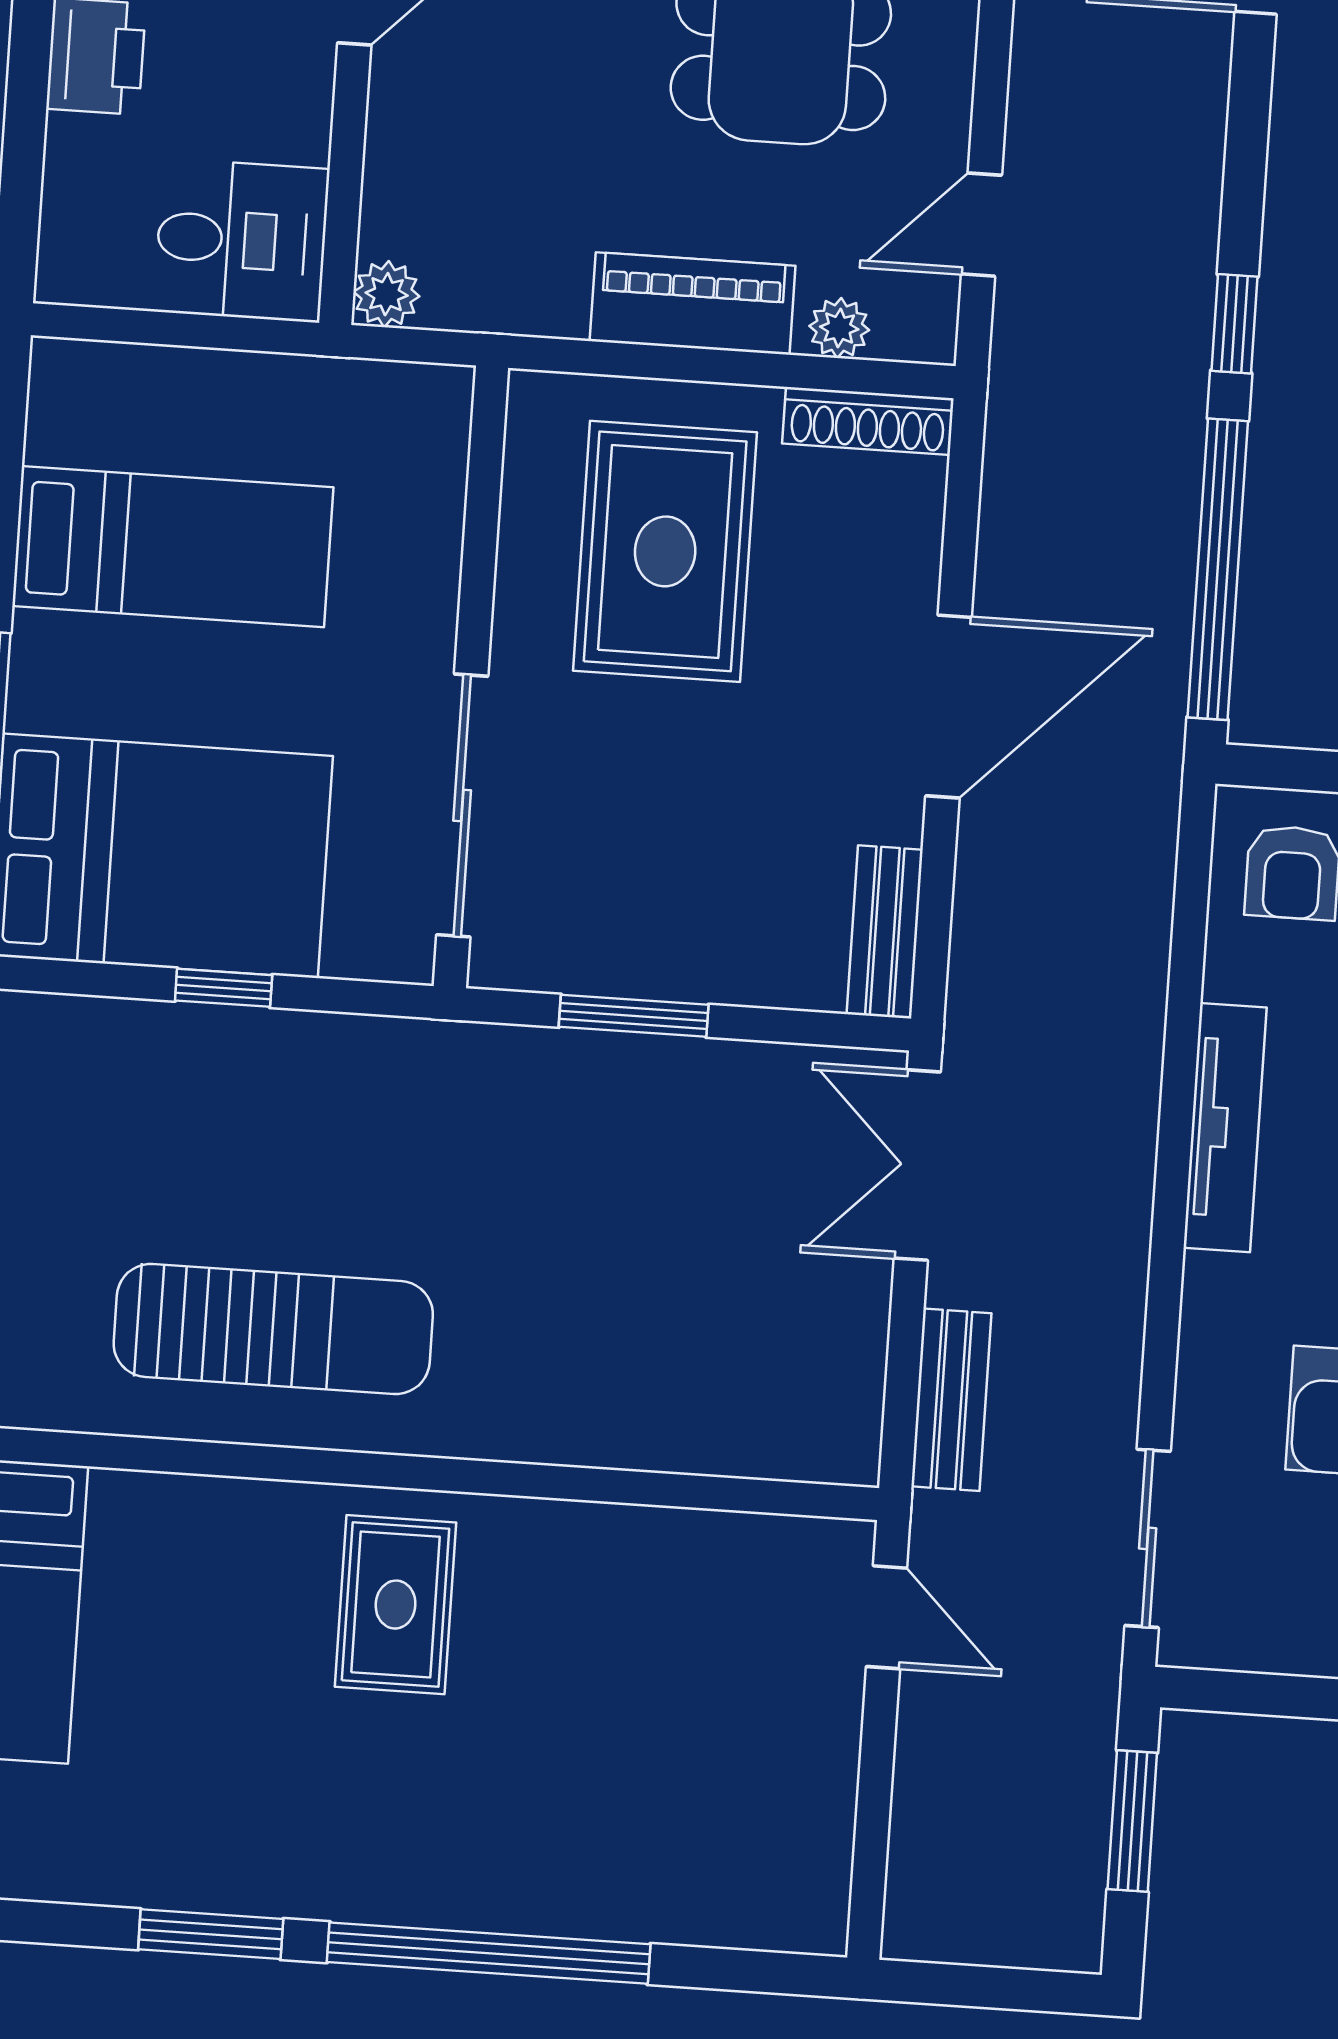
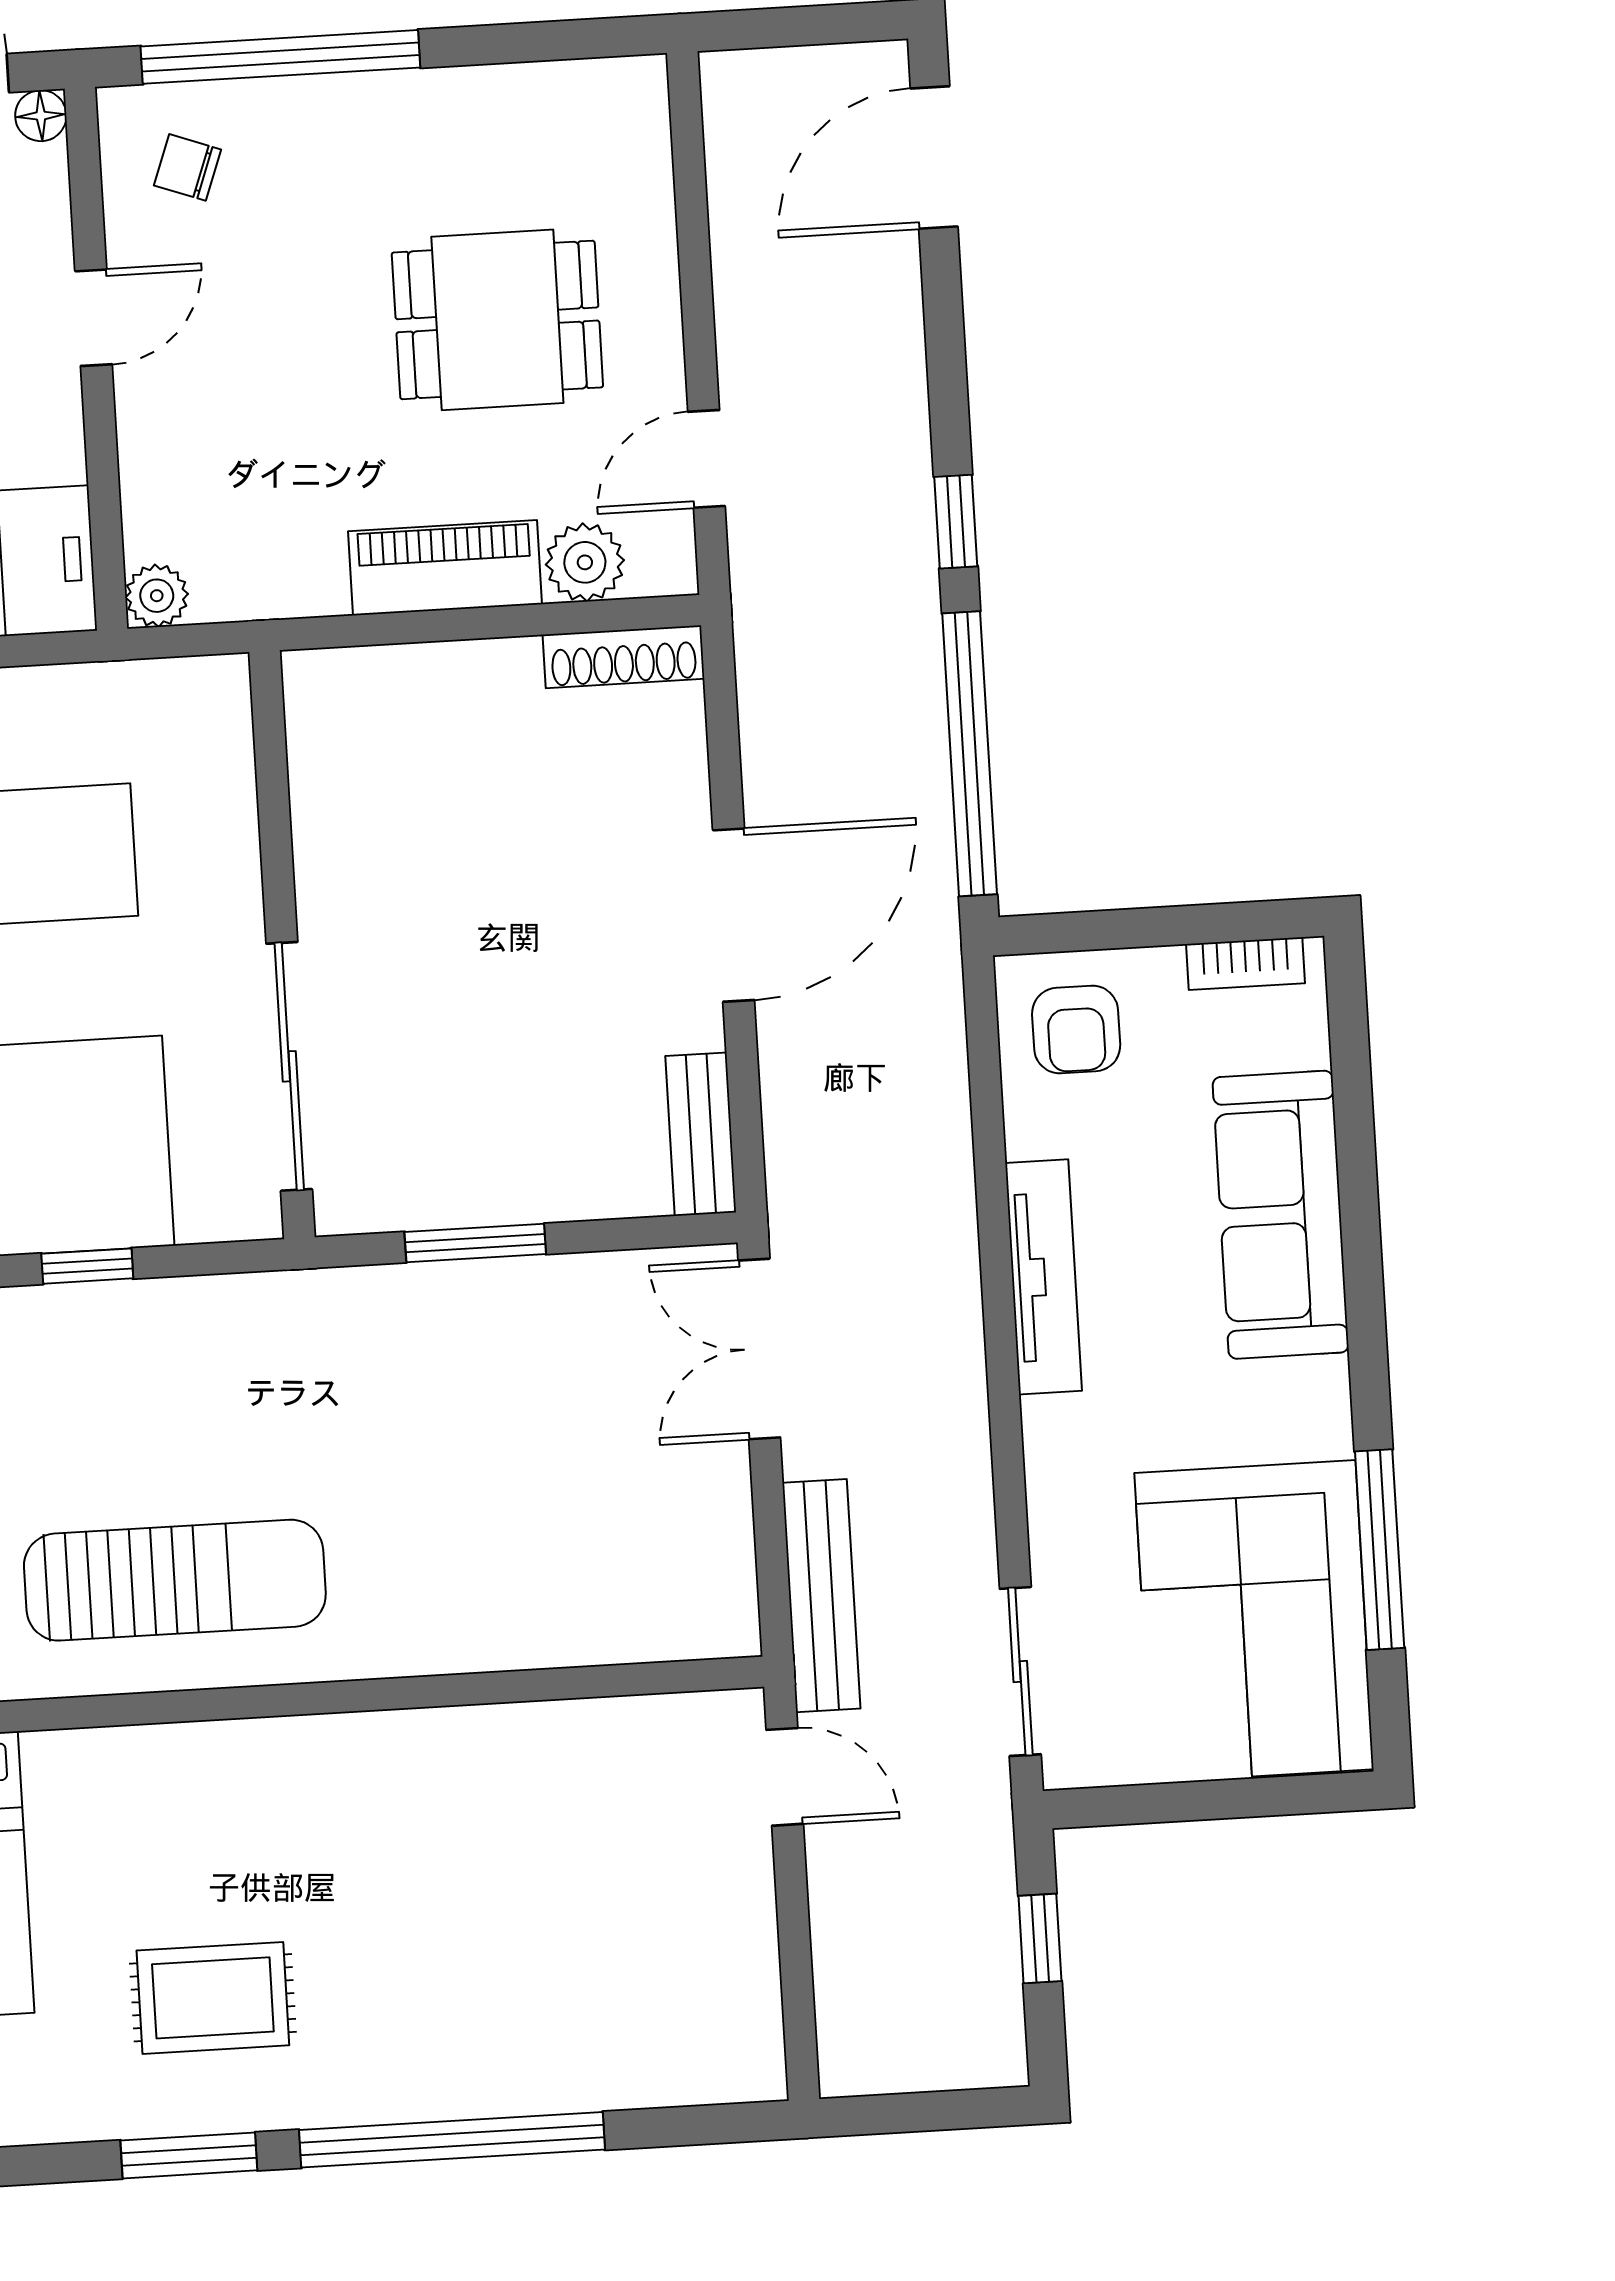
plant: (839, 328) -> (585, 562), width x1.38, depth x1.38
rug: (665, 551) -> (449, 804), removed
bench: (951, 1400) -> (821, 1596), width x1.36
rug: (396, 1605) -> (213, 1998), moved, turned 90
window: (1132, 1821) -> (1040, 1938), width x0.67

